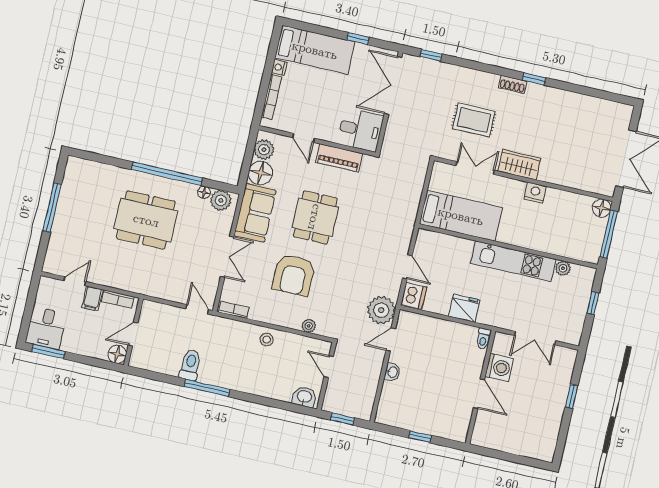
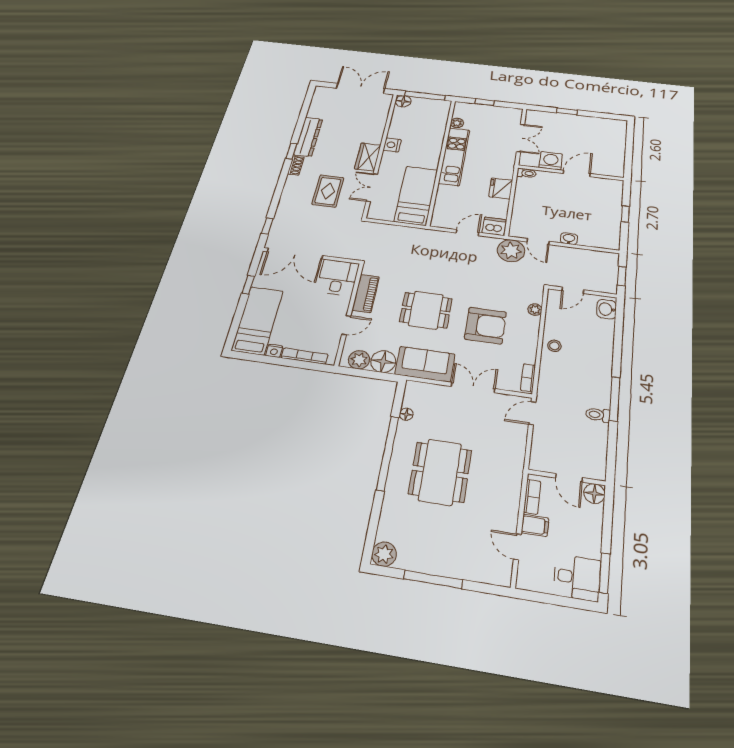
dresser: (554, 98) -> (308, 137), added
plant: (221, 200) -> (384, 554), moved
toilet: (190, 365) -> (598, 415), width x0.73, depth x0.72

